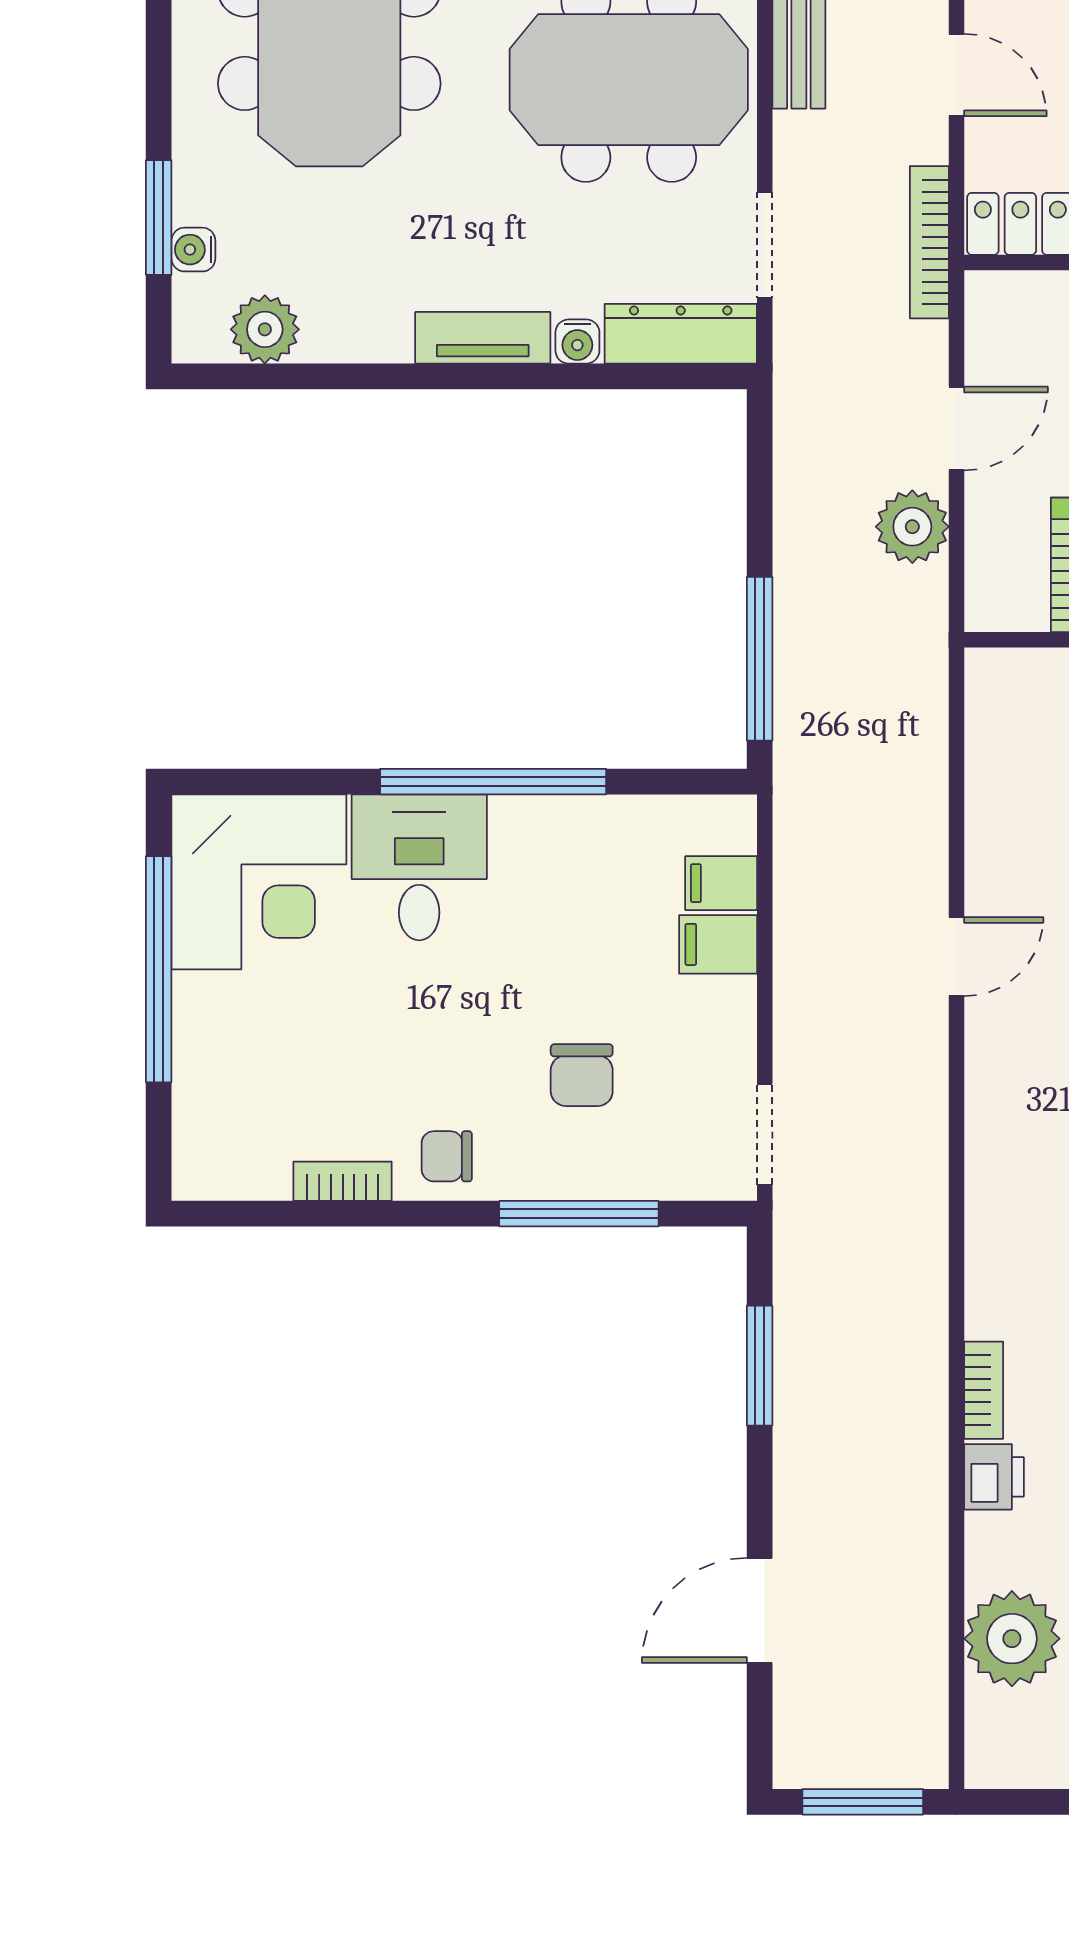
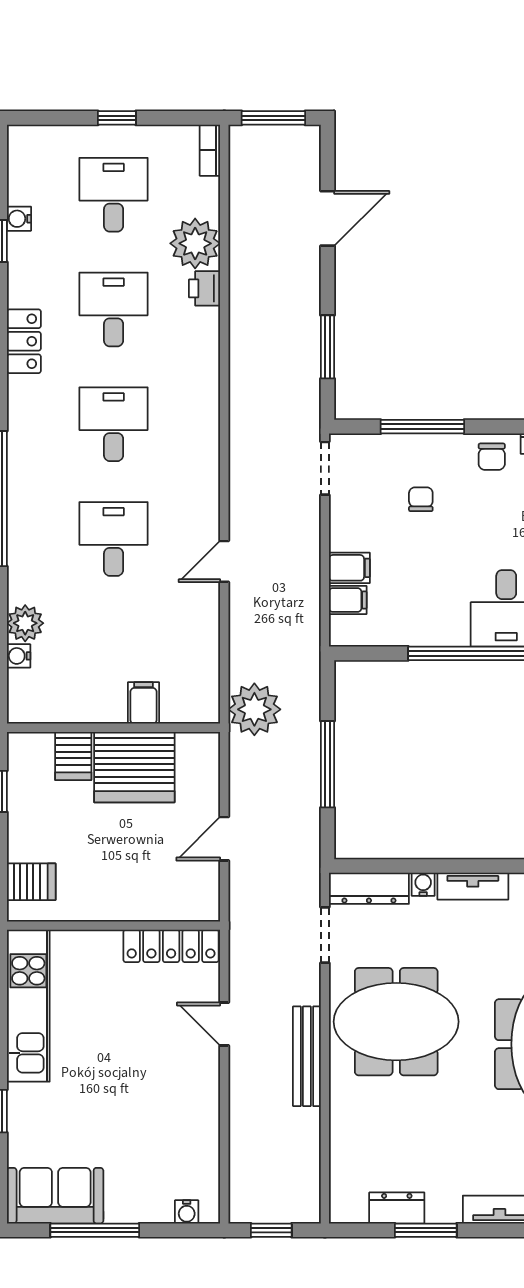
bookcase: (929, 242) -> (238, 936), removed
plant: (912, 527) -> (254, 709), moved, width x1.36, depth x1.36
window: (760, 659) -> (328, 764), moved
chair: (582, 1075) -> (421, 499), width x0.73, depth x0.73
chair: (447, 1156) -> (492, 457), turned 90
bookcase: (984, 1390) -> (210, 150), moved
plant: (1012, 1639) -> (195, 243), moved

